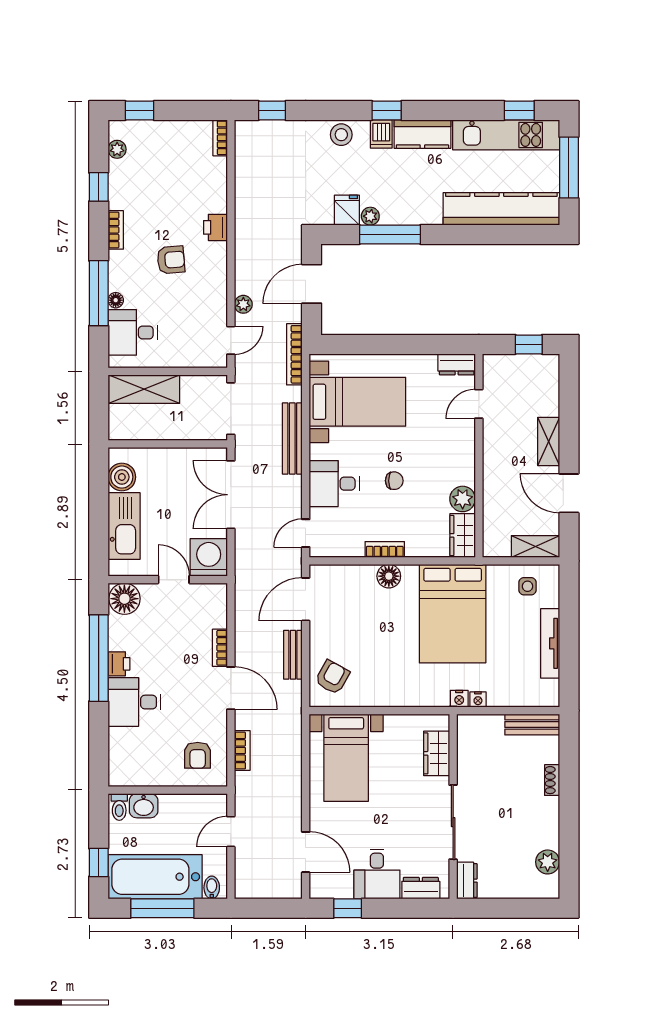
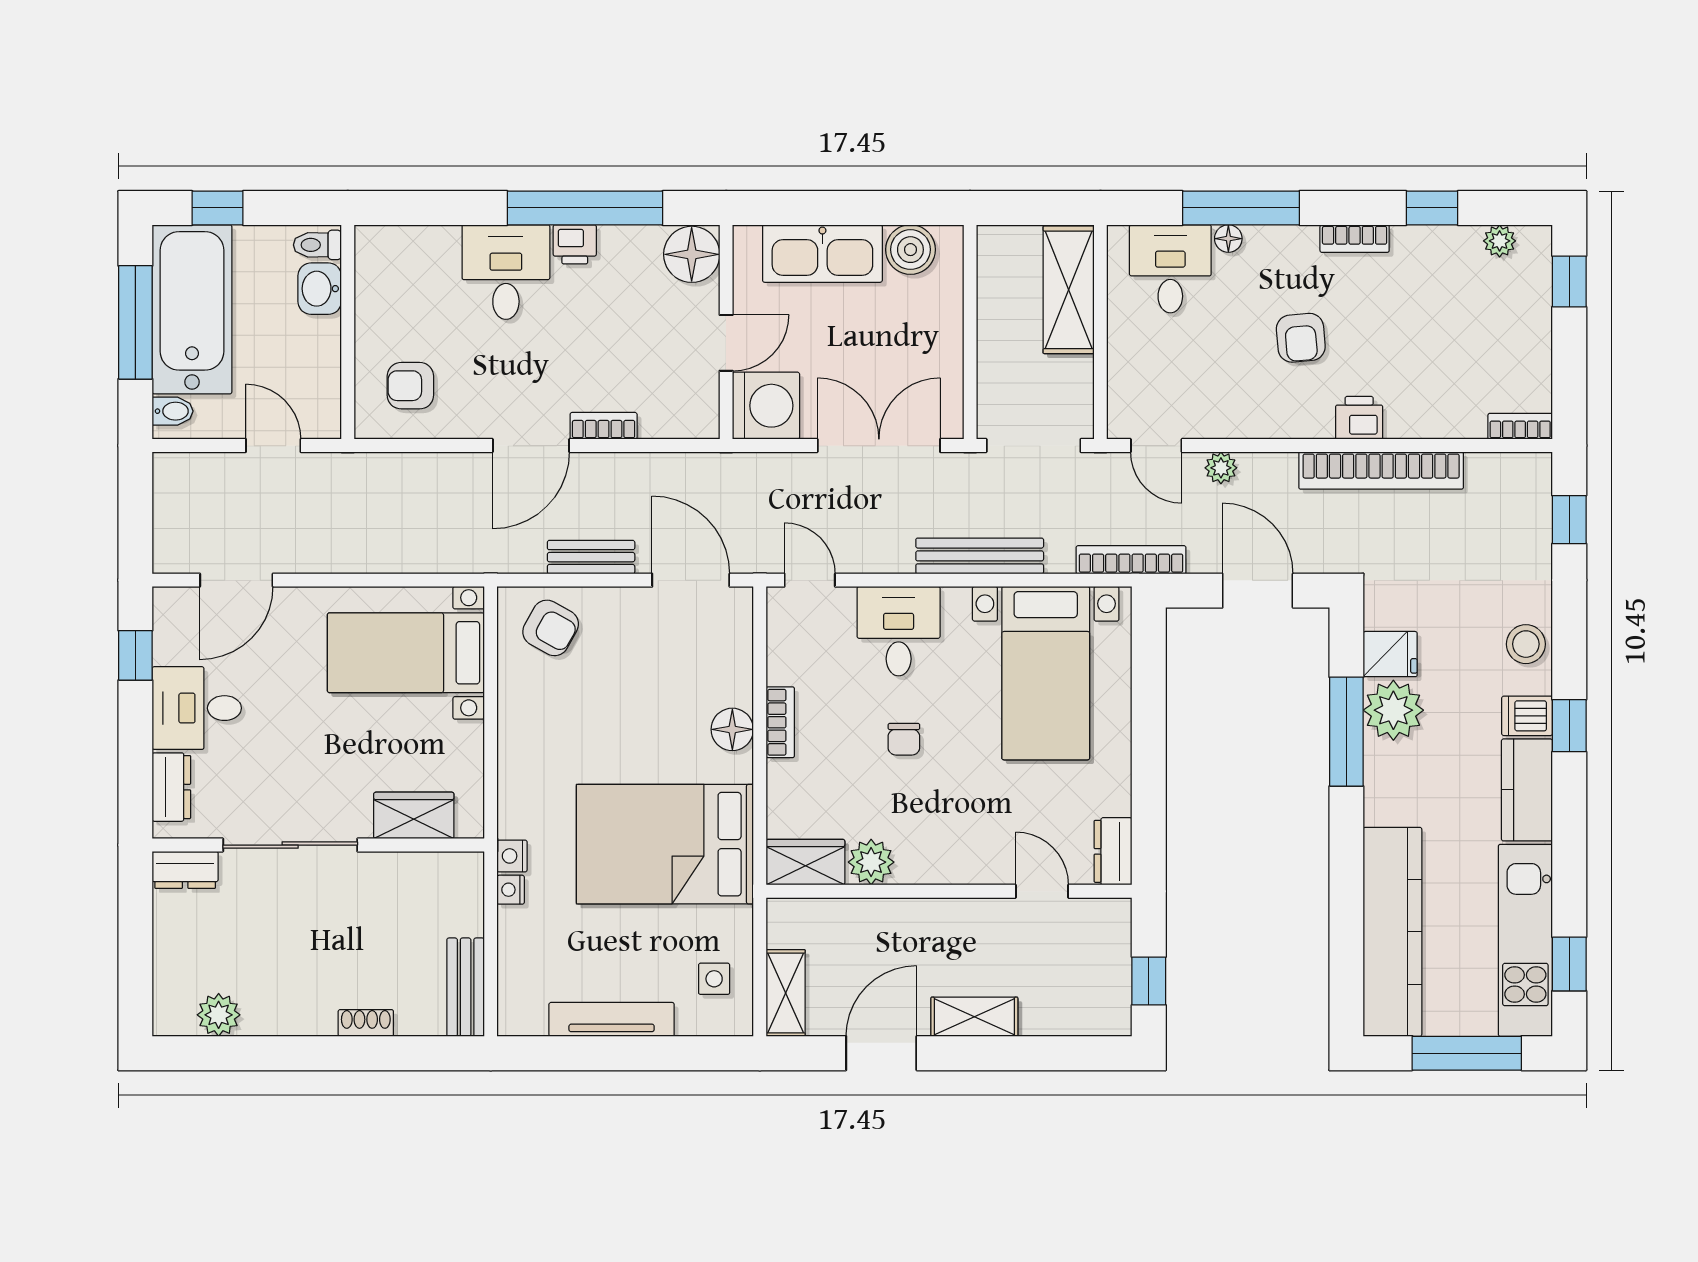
plant: (370, 216) -> (1393, 710), width x1.88, depth x1.88
bookcase: (242, 751) -> (1381, 471), moved, width x2.31, depth x1.31

